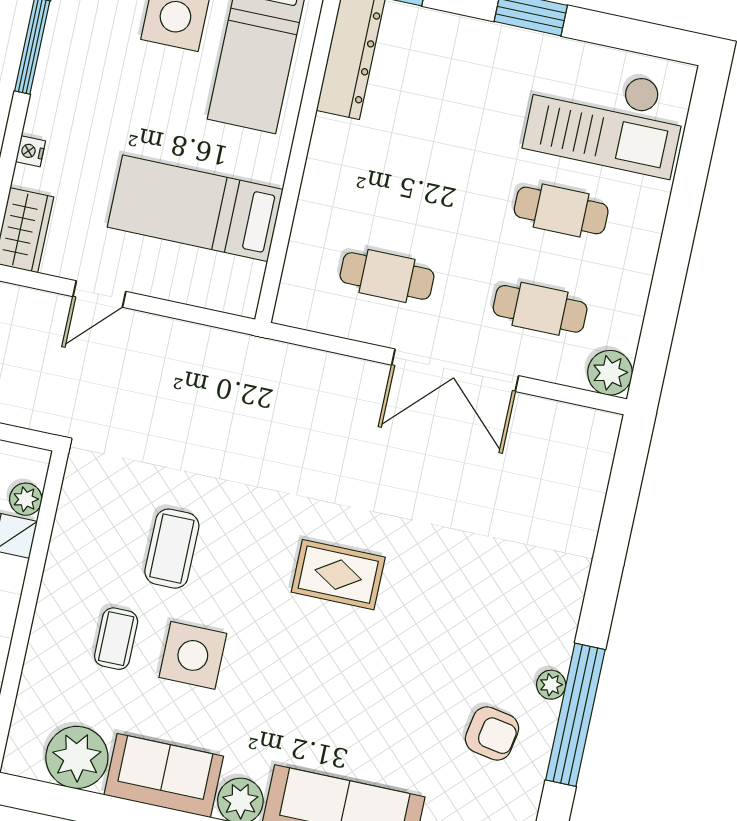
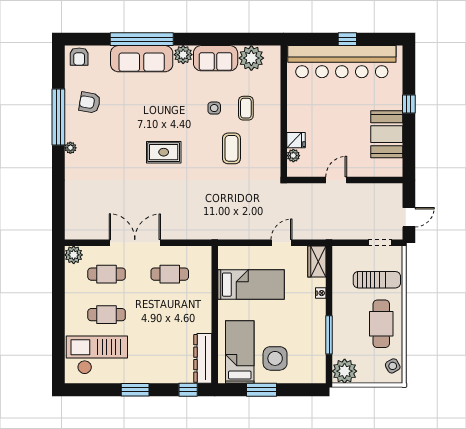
side table: (193, 655) -> (214, 108), width x0.54, depth x0.54
plant: (551, 685) -> (70, 148), moved

